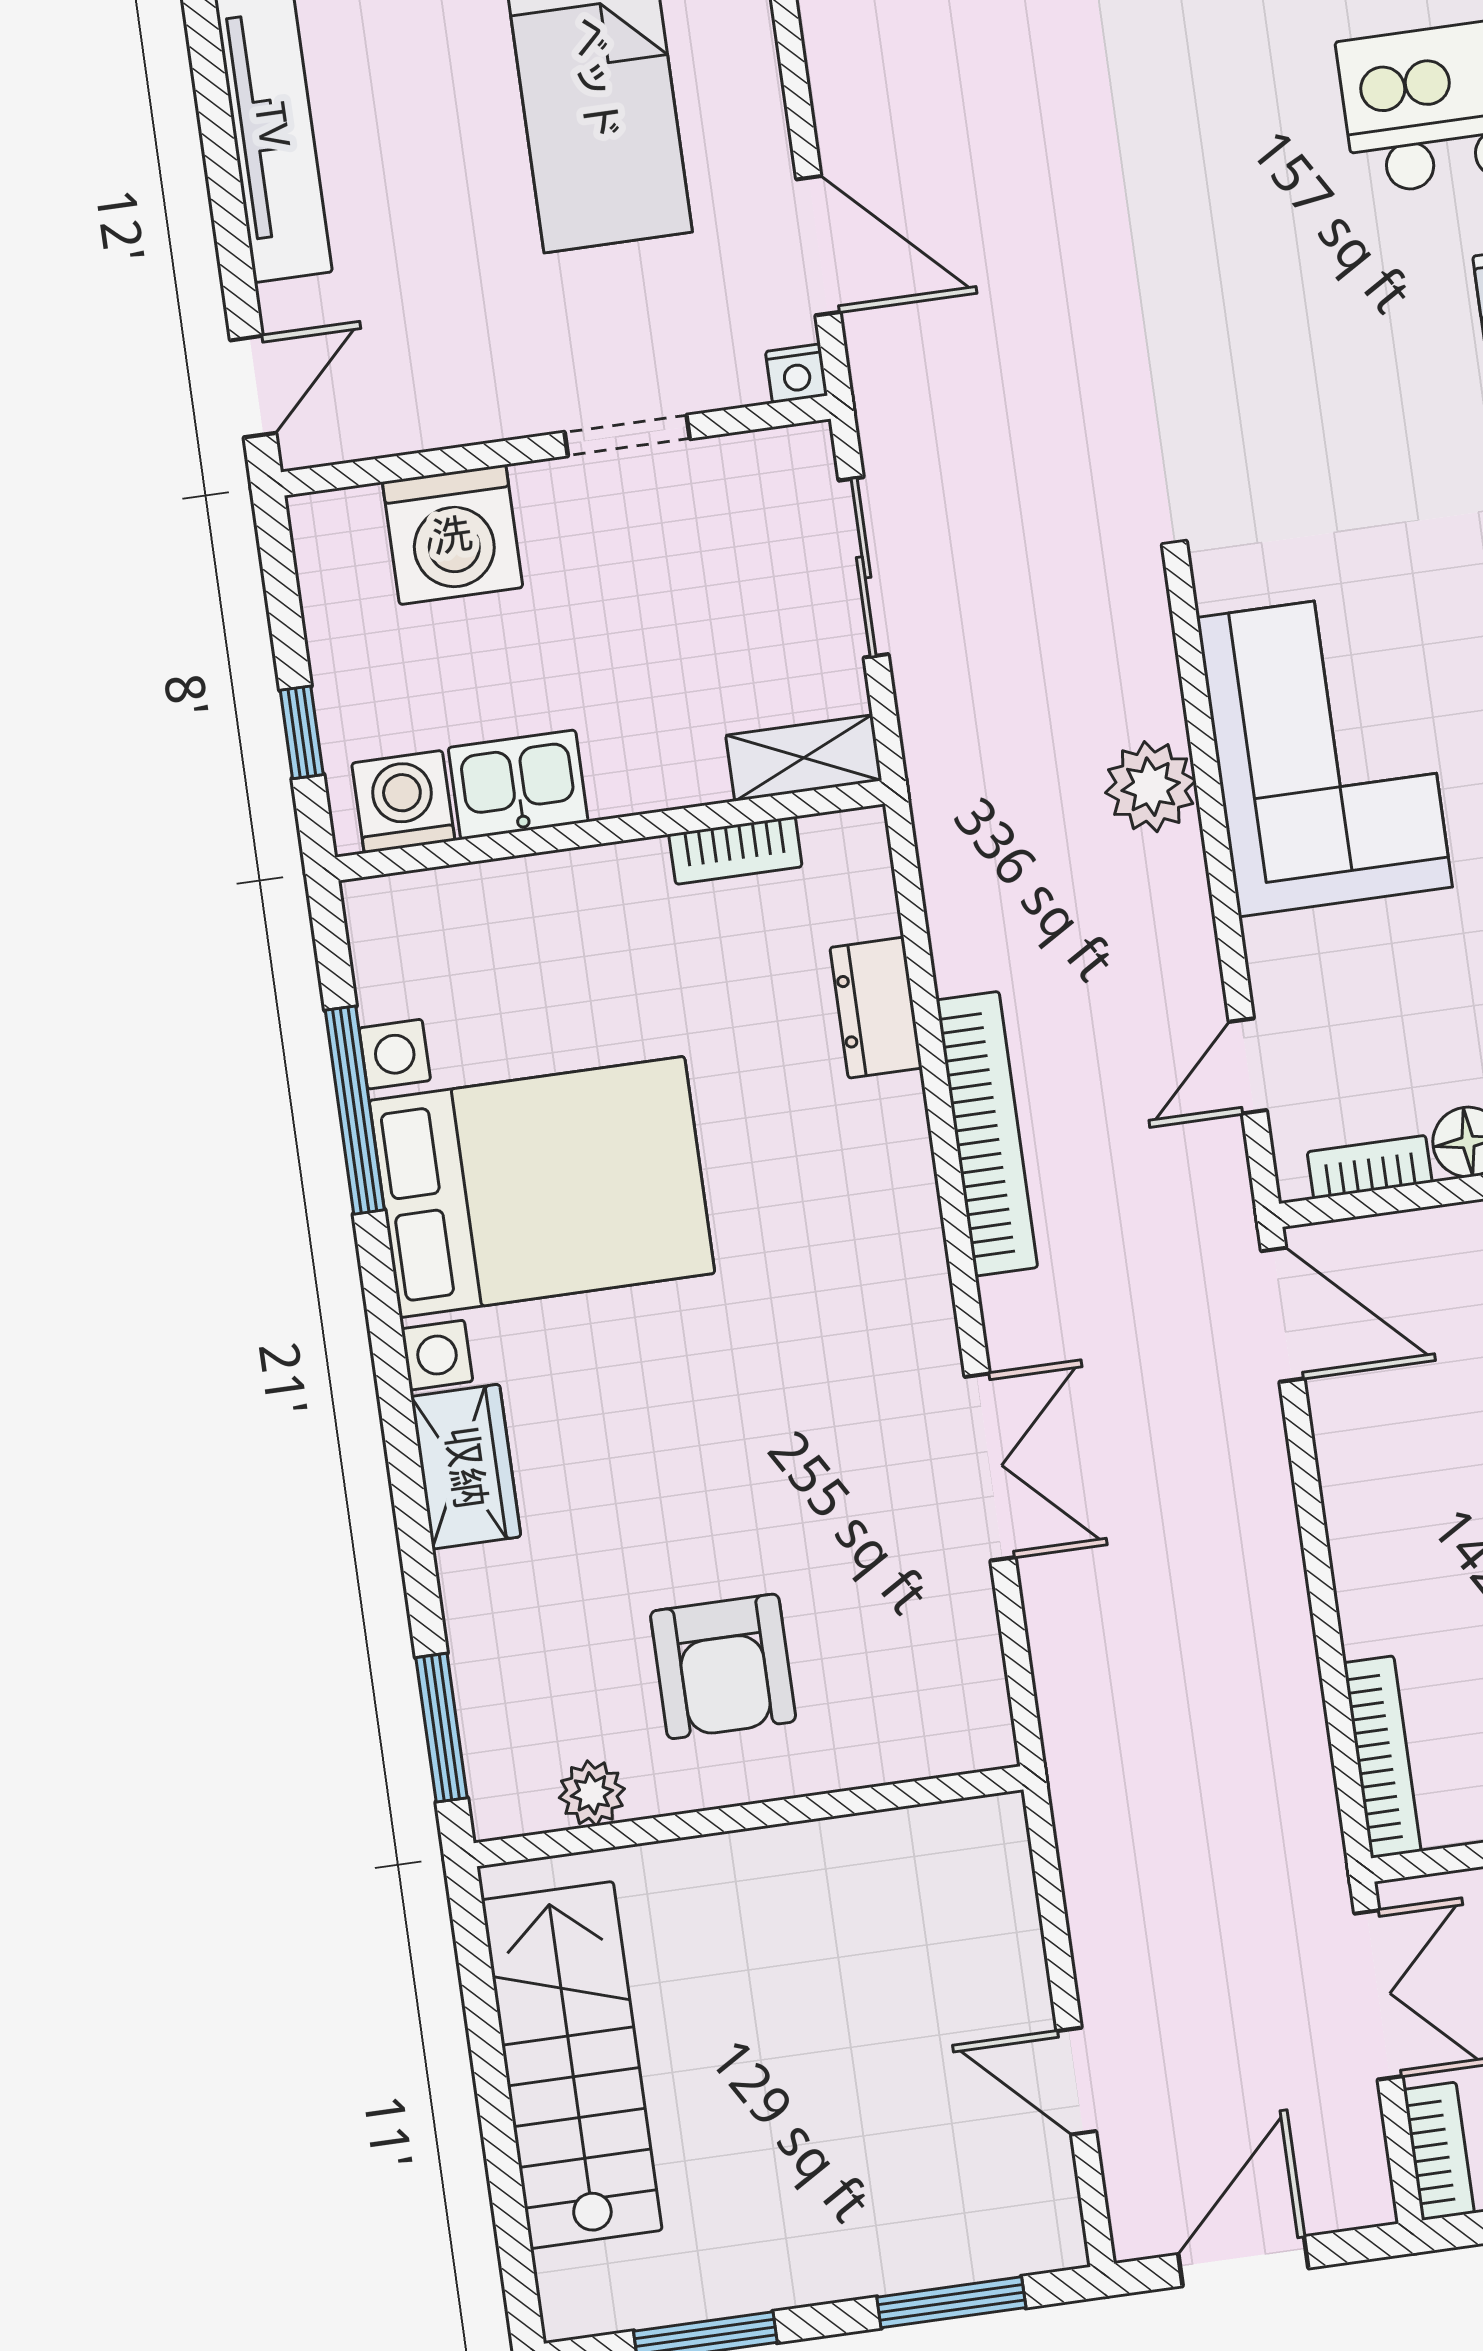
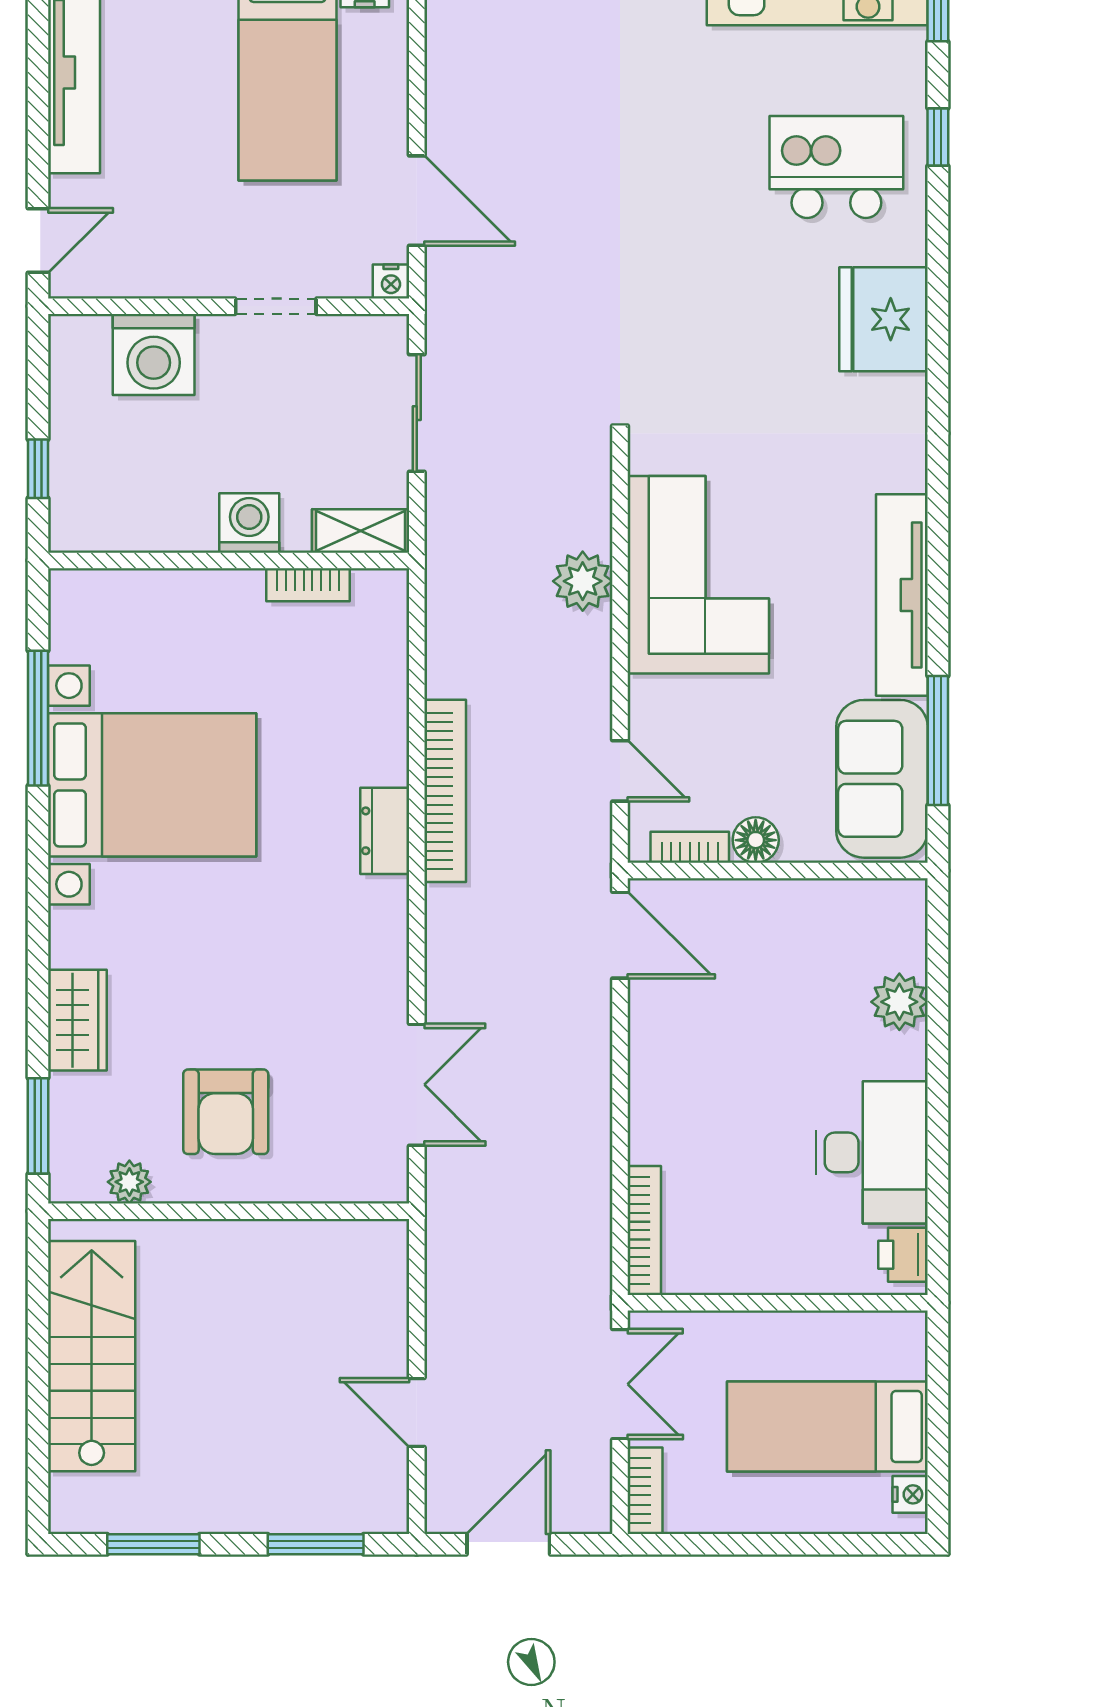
kitchen sink: (518, 785) -> (173, 522), removed
washing machine: (403, 802) -> (249, 523), moved
dresser: (876, 1008) -> (385, 831), moved
door: (1248, 1066) -> (620, 771), swing flipped
wardrobe: (466, 1467) -> (77, 1020), moved
double door: (990, 1467) -> (417, 1085), moved

